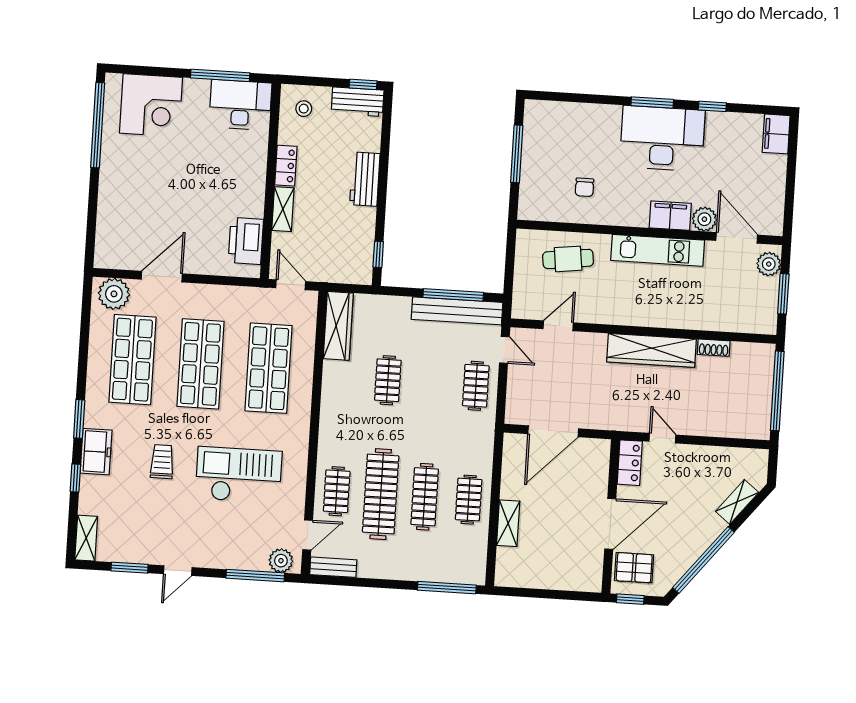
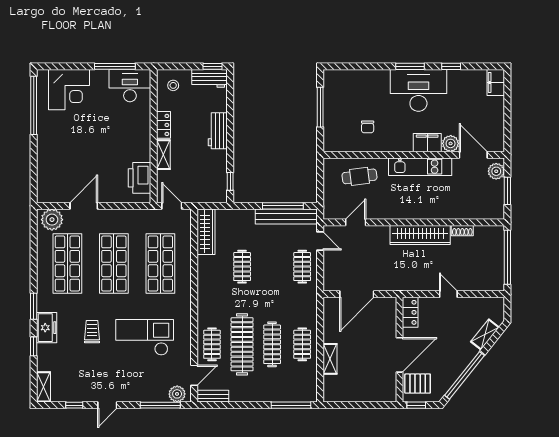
door: (662, 438) -> (448, 294), moved
window: (130, 568) -> (74, 405), width x0.67

